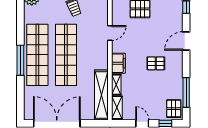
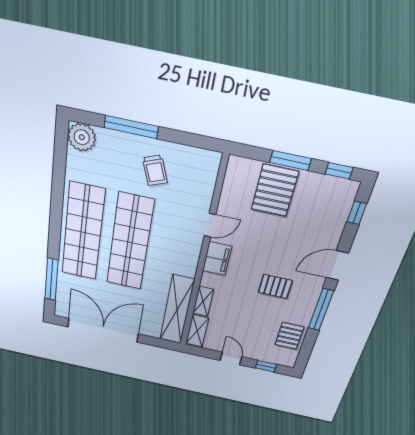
window: (20, 60) -> (51, 279), moved
filing cabinet: (118, 63) -> (217, 259), moved
window: (186, 92) -> (321, 310), moved
pallet: (174, 109) -> (289, 336), moved

